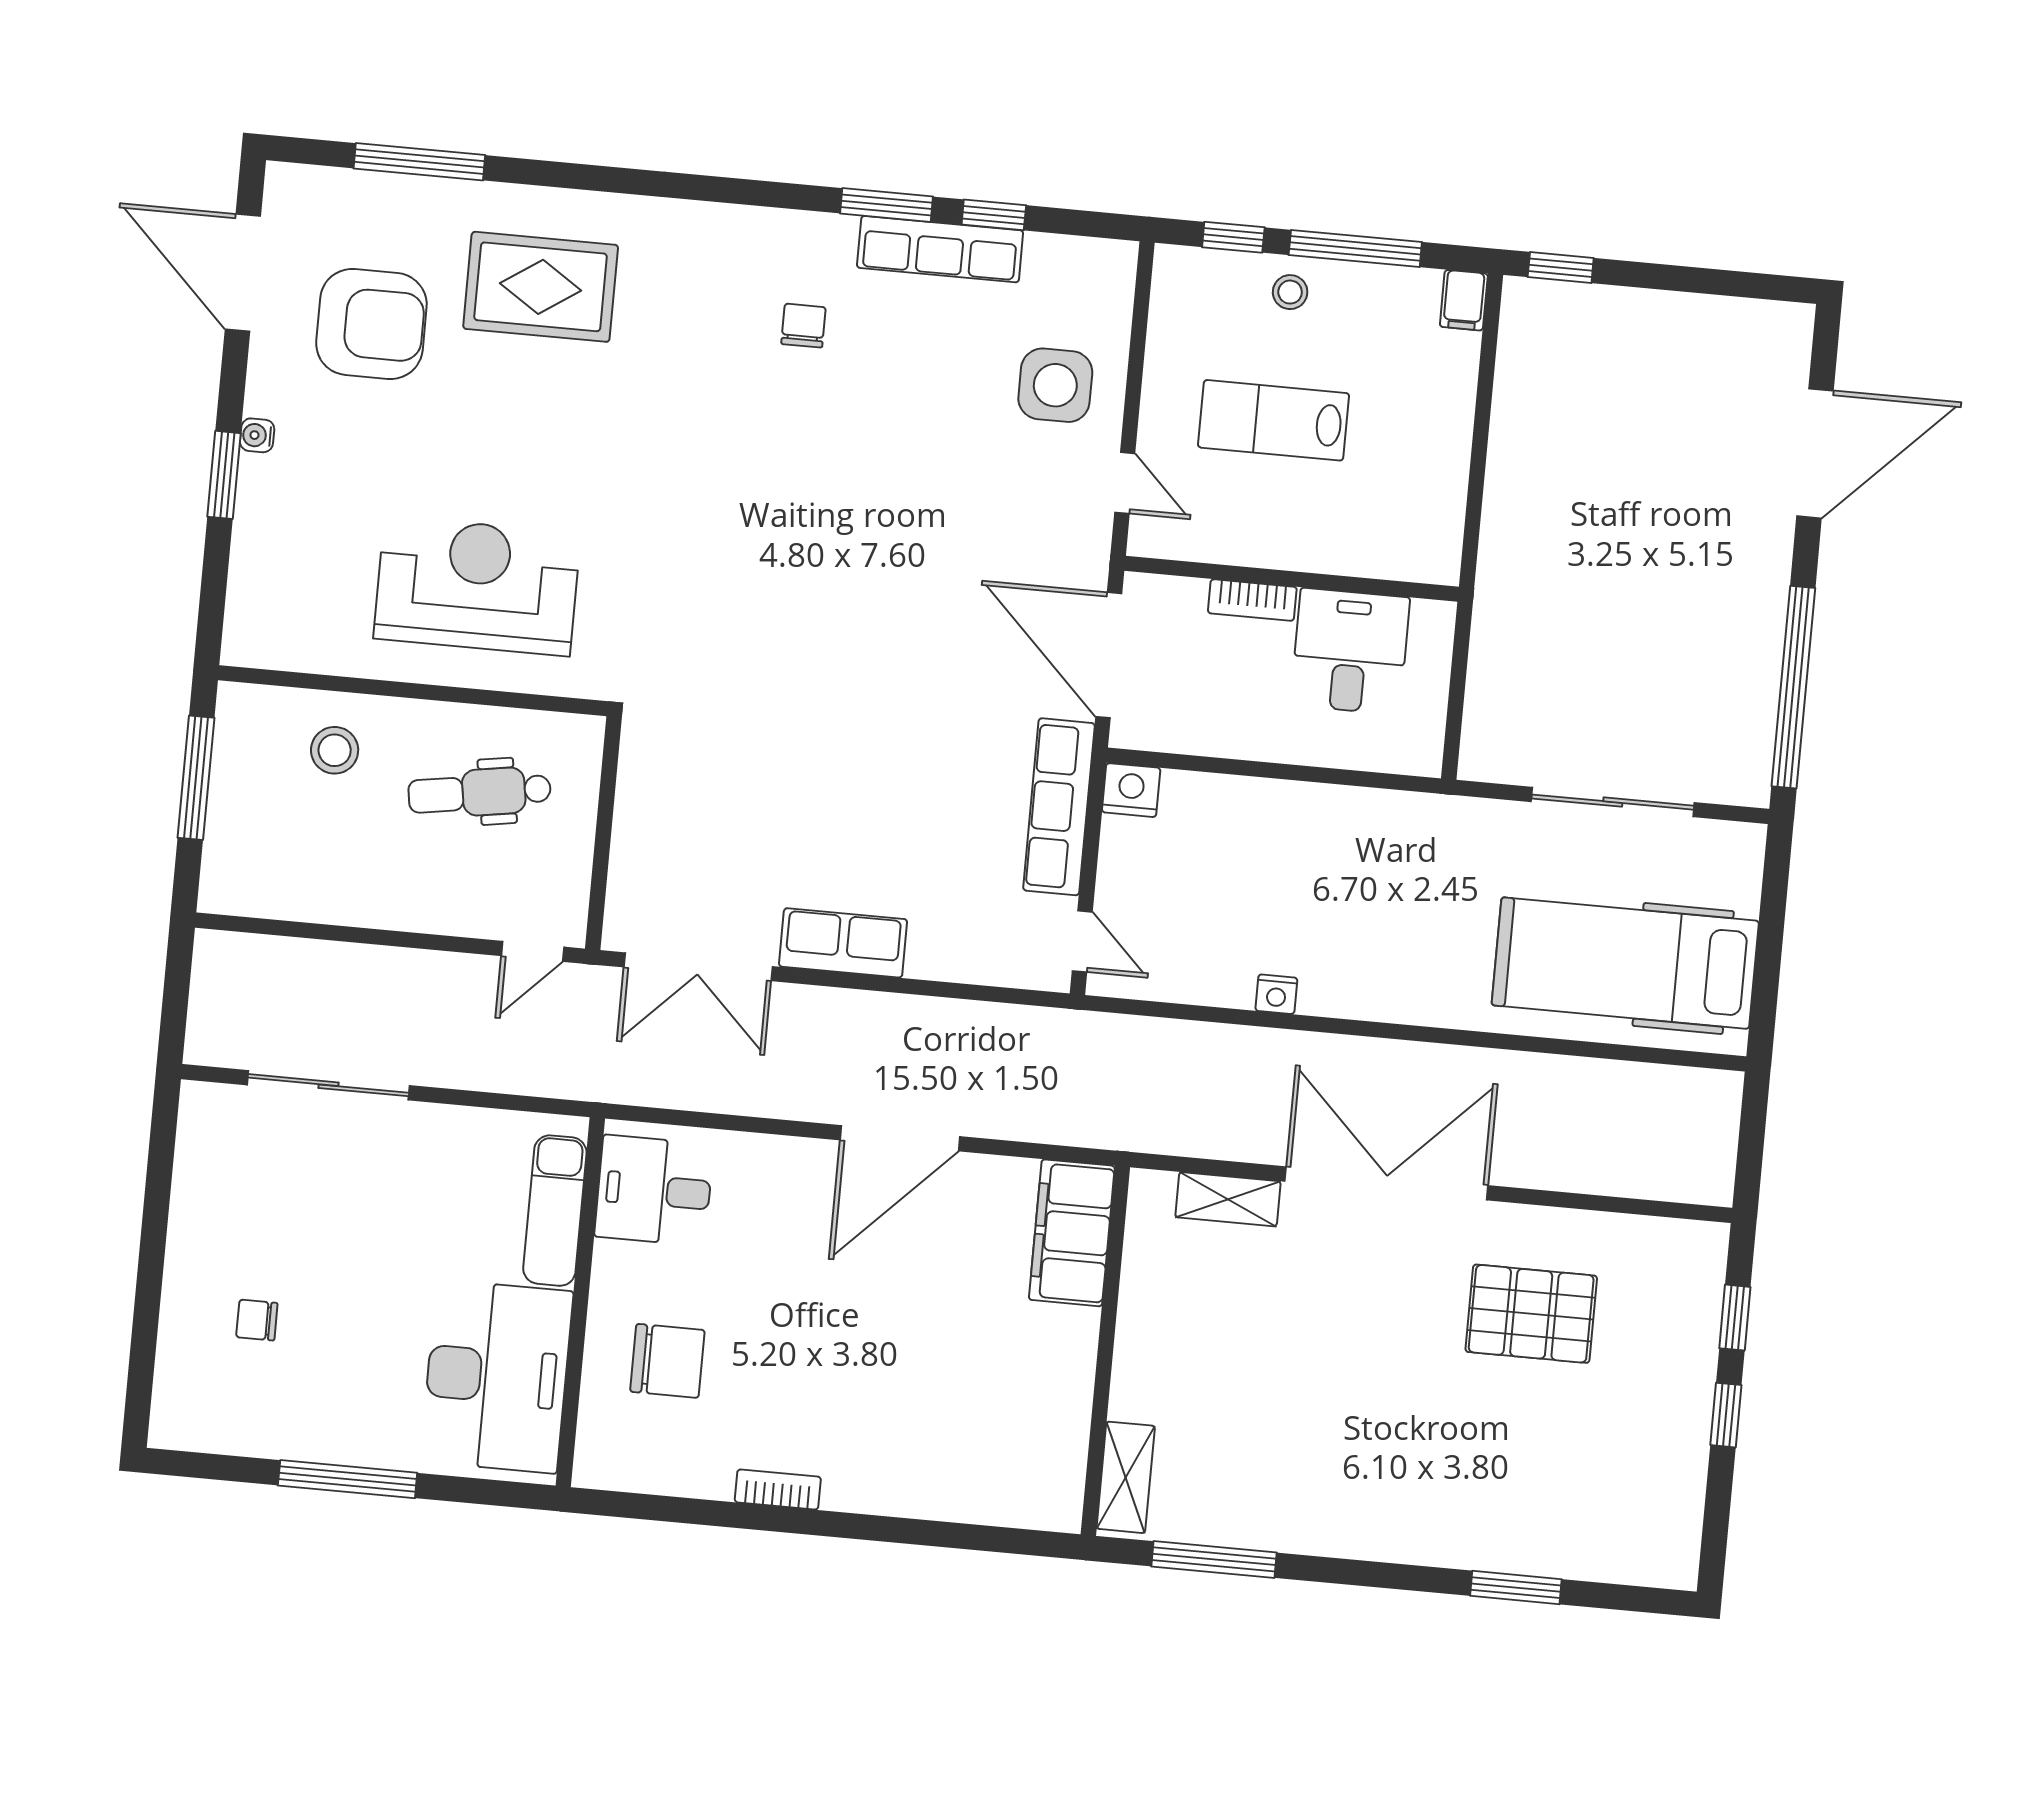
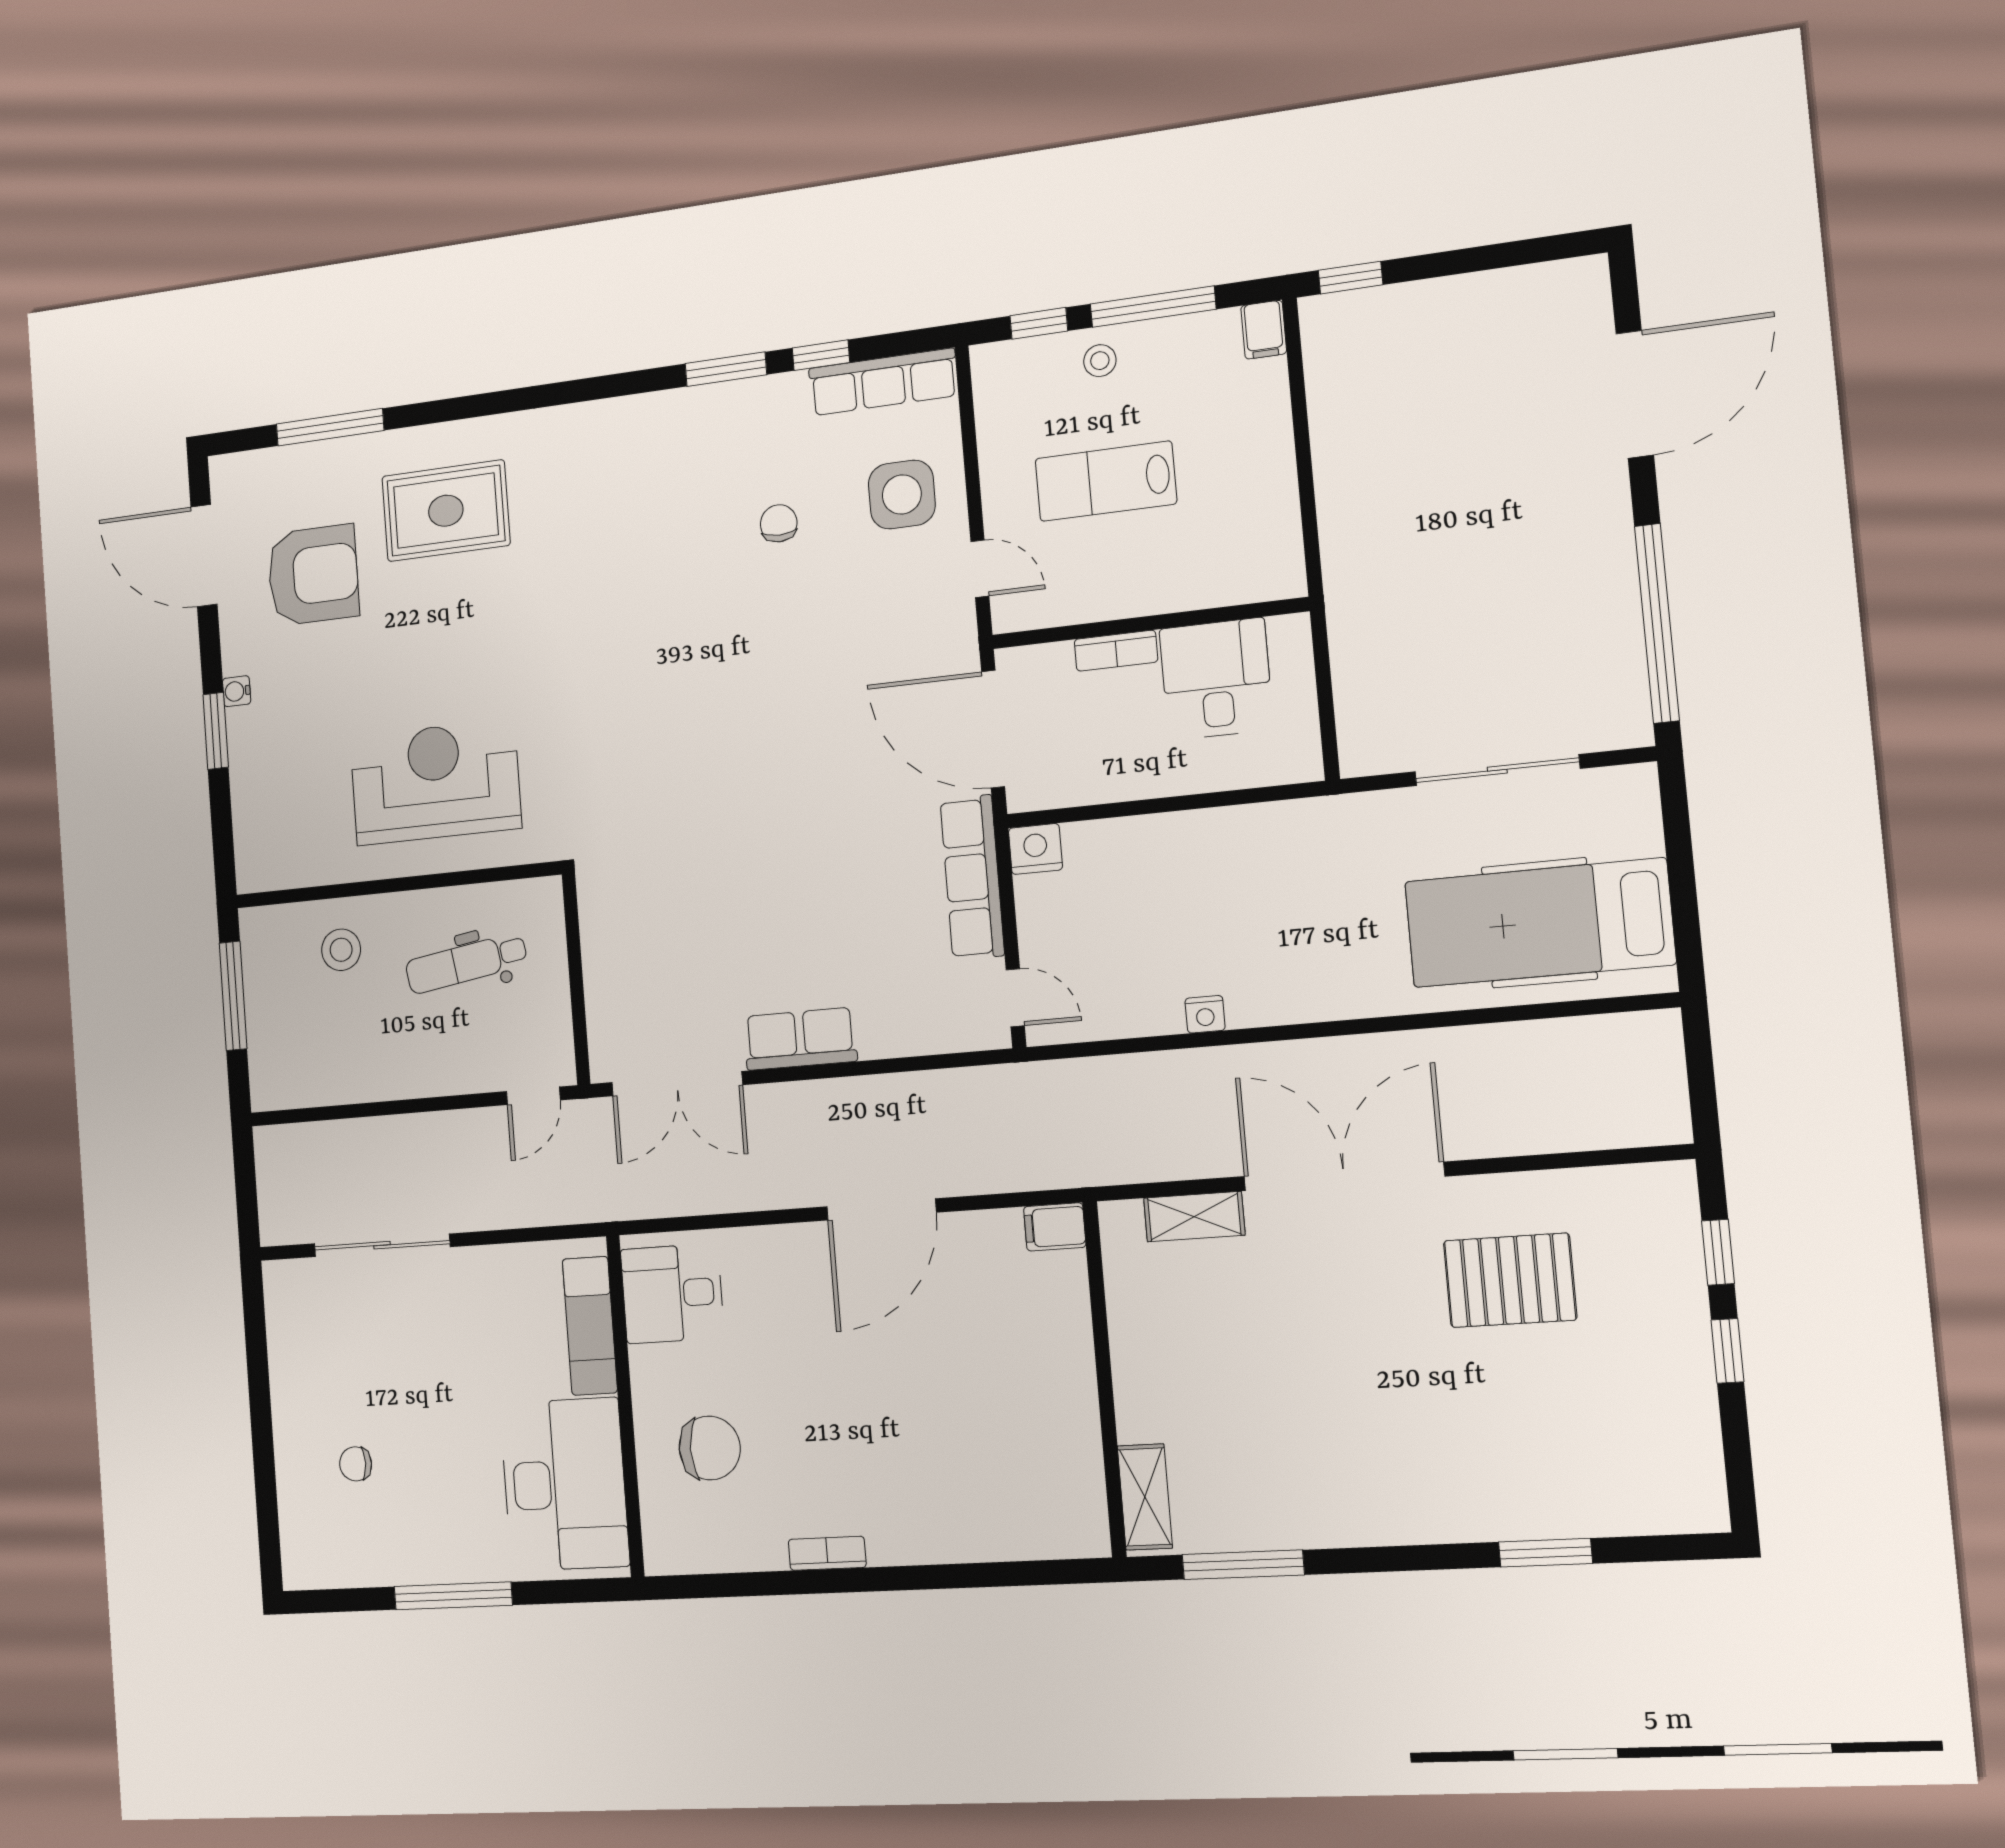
row of seats: (940, 249) -> (883, 382), moved
chair: (803, 326) -> (779, 523), moved
filing cabinet: (1072, 1233) -> (1055, 1227), width x0.33, depth x0.86

